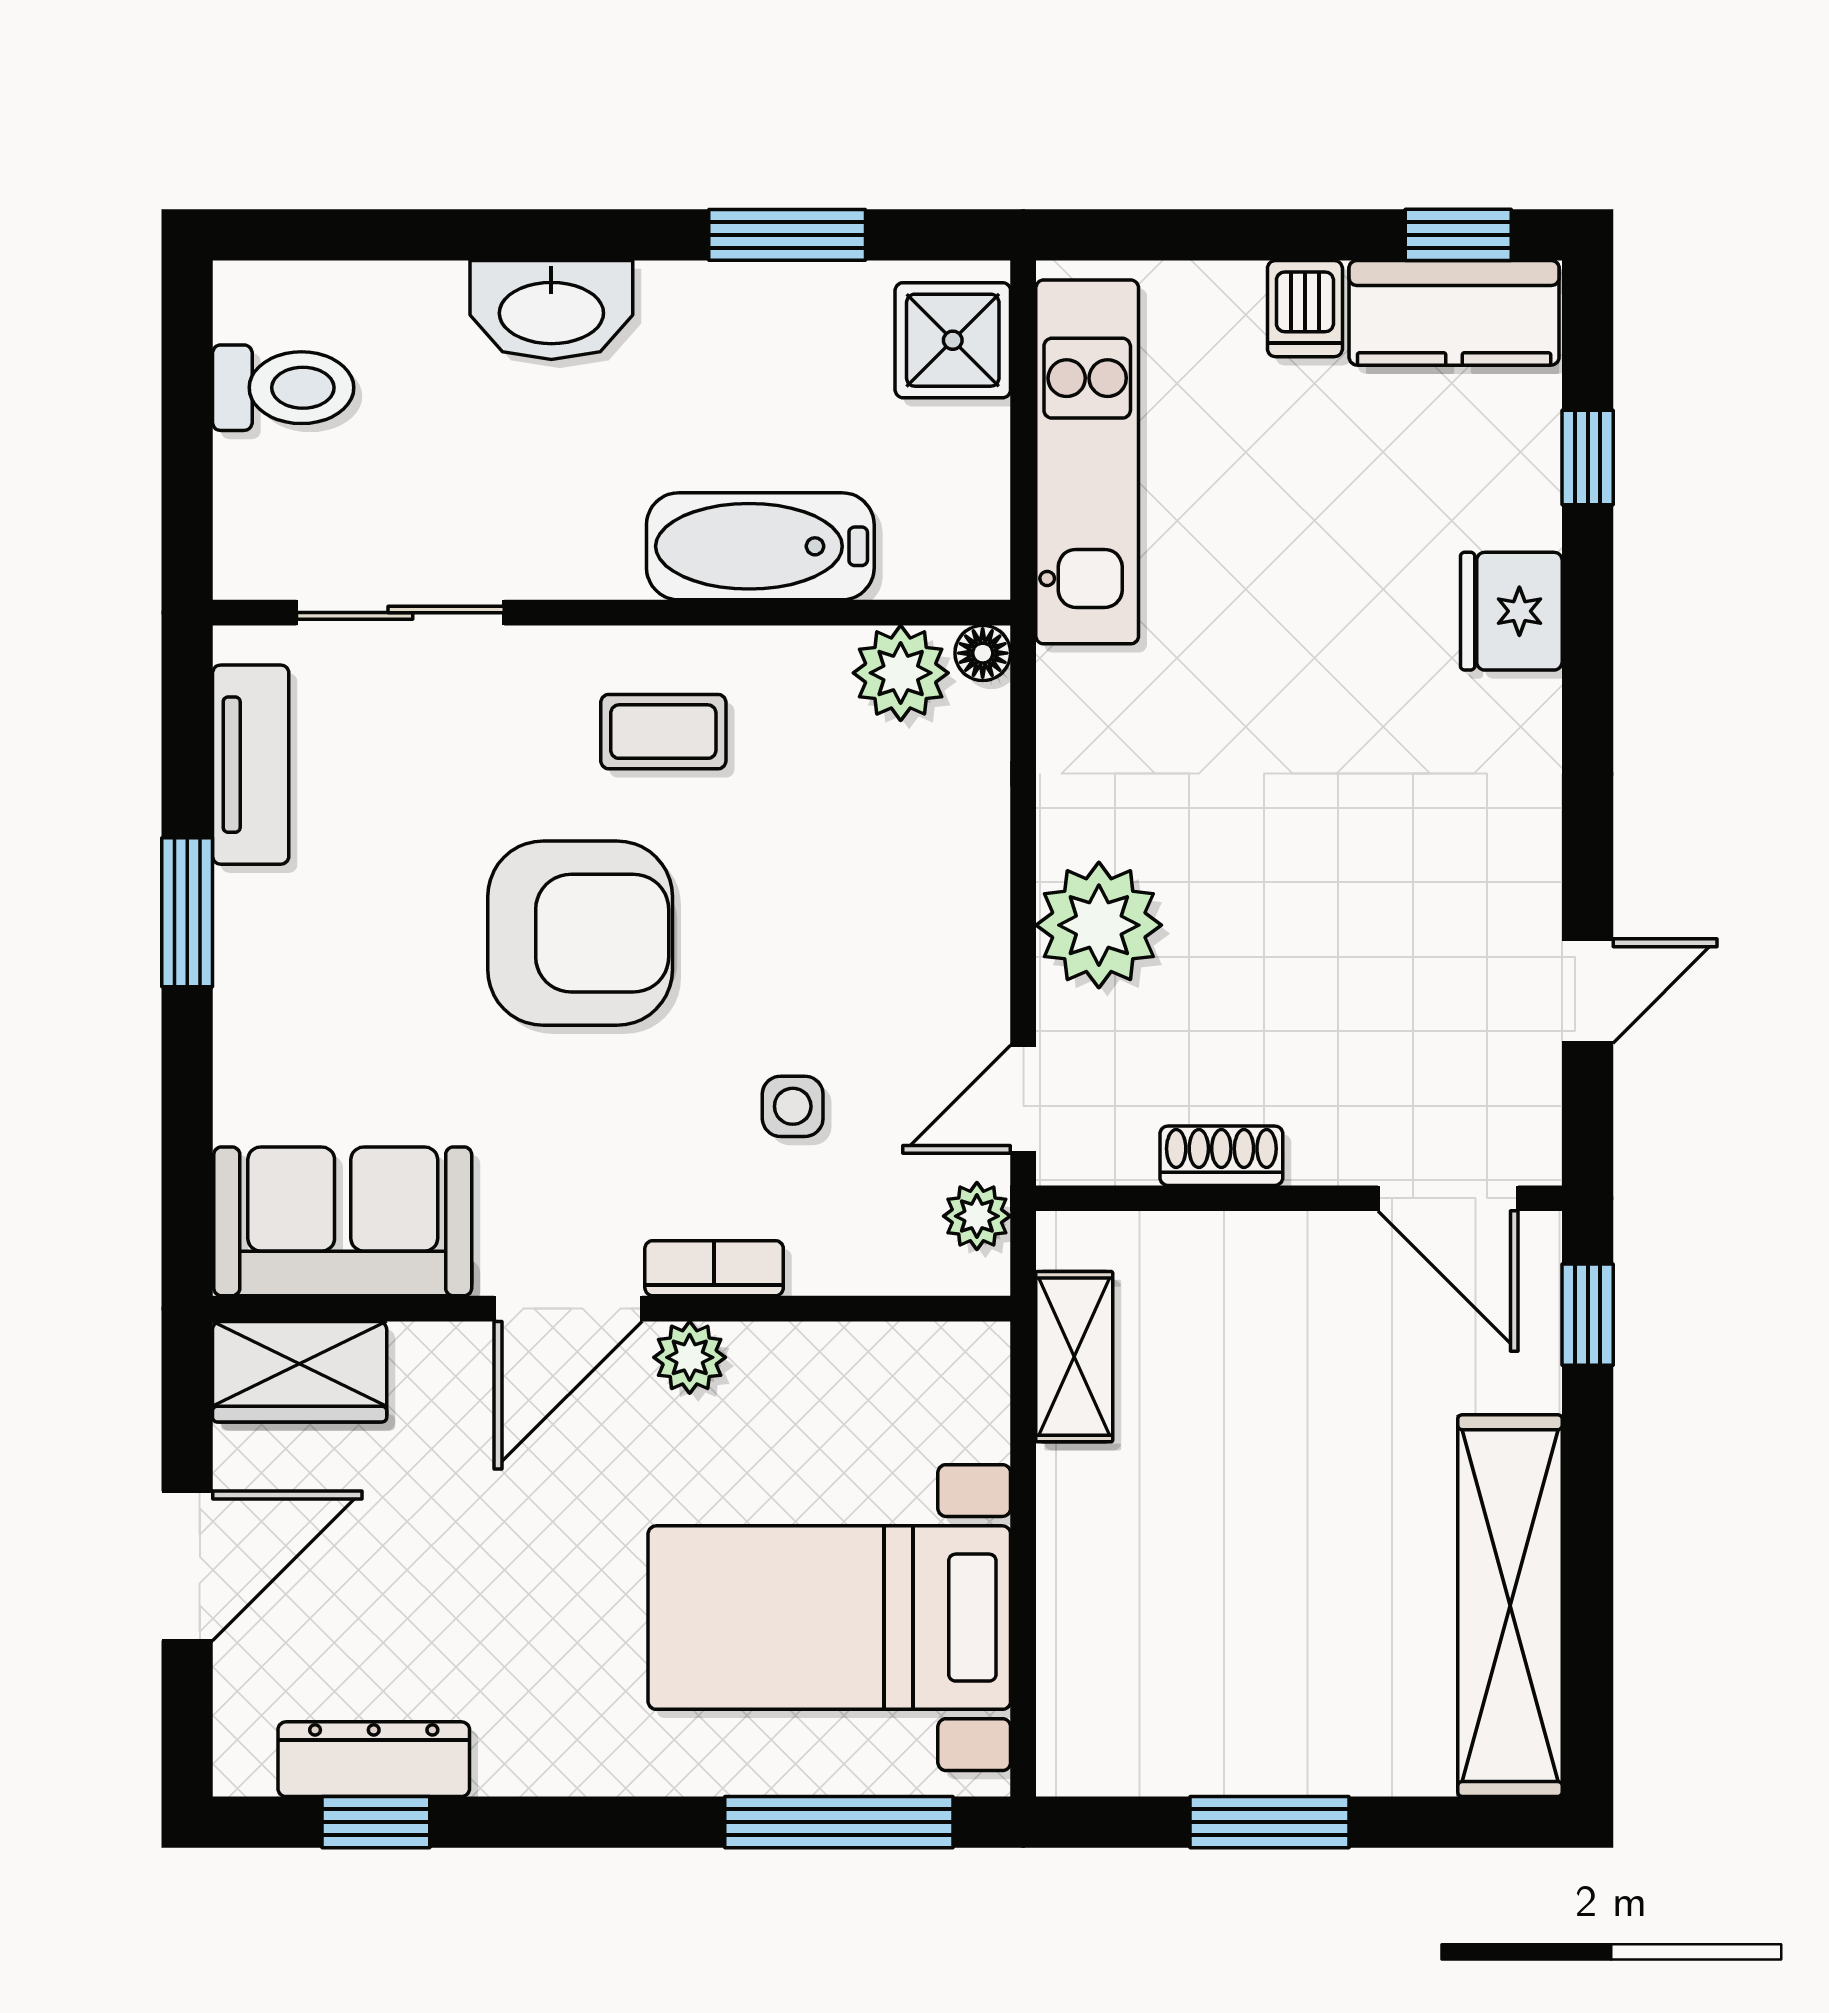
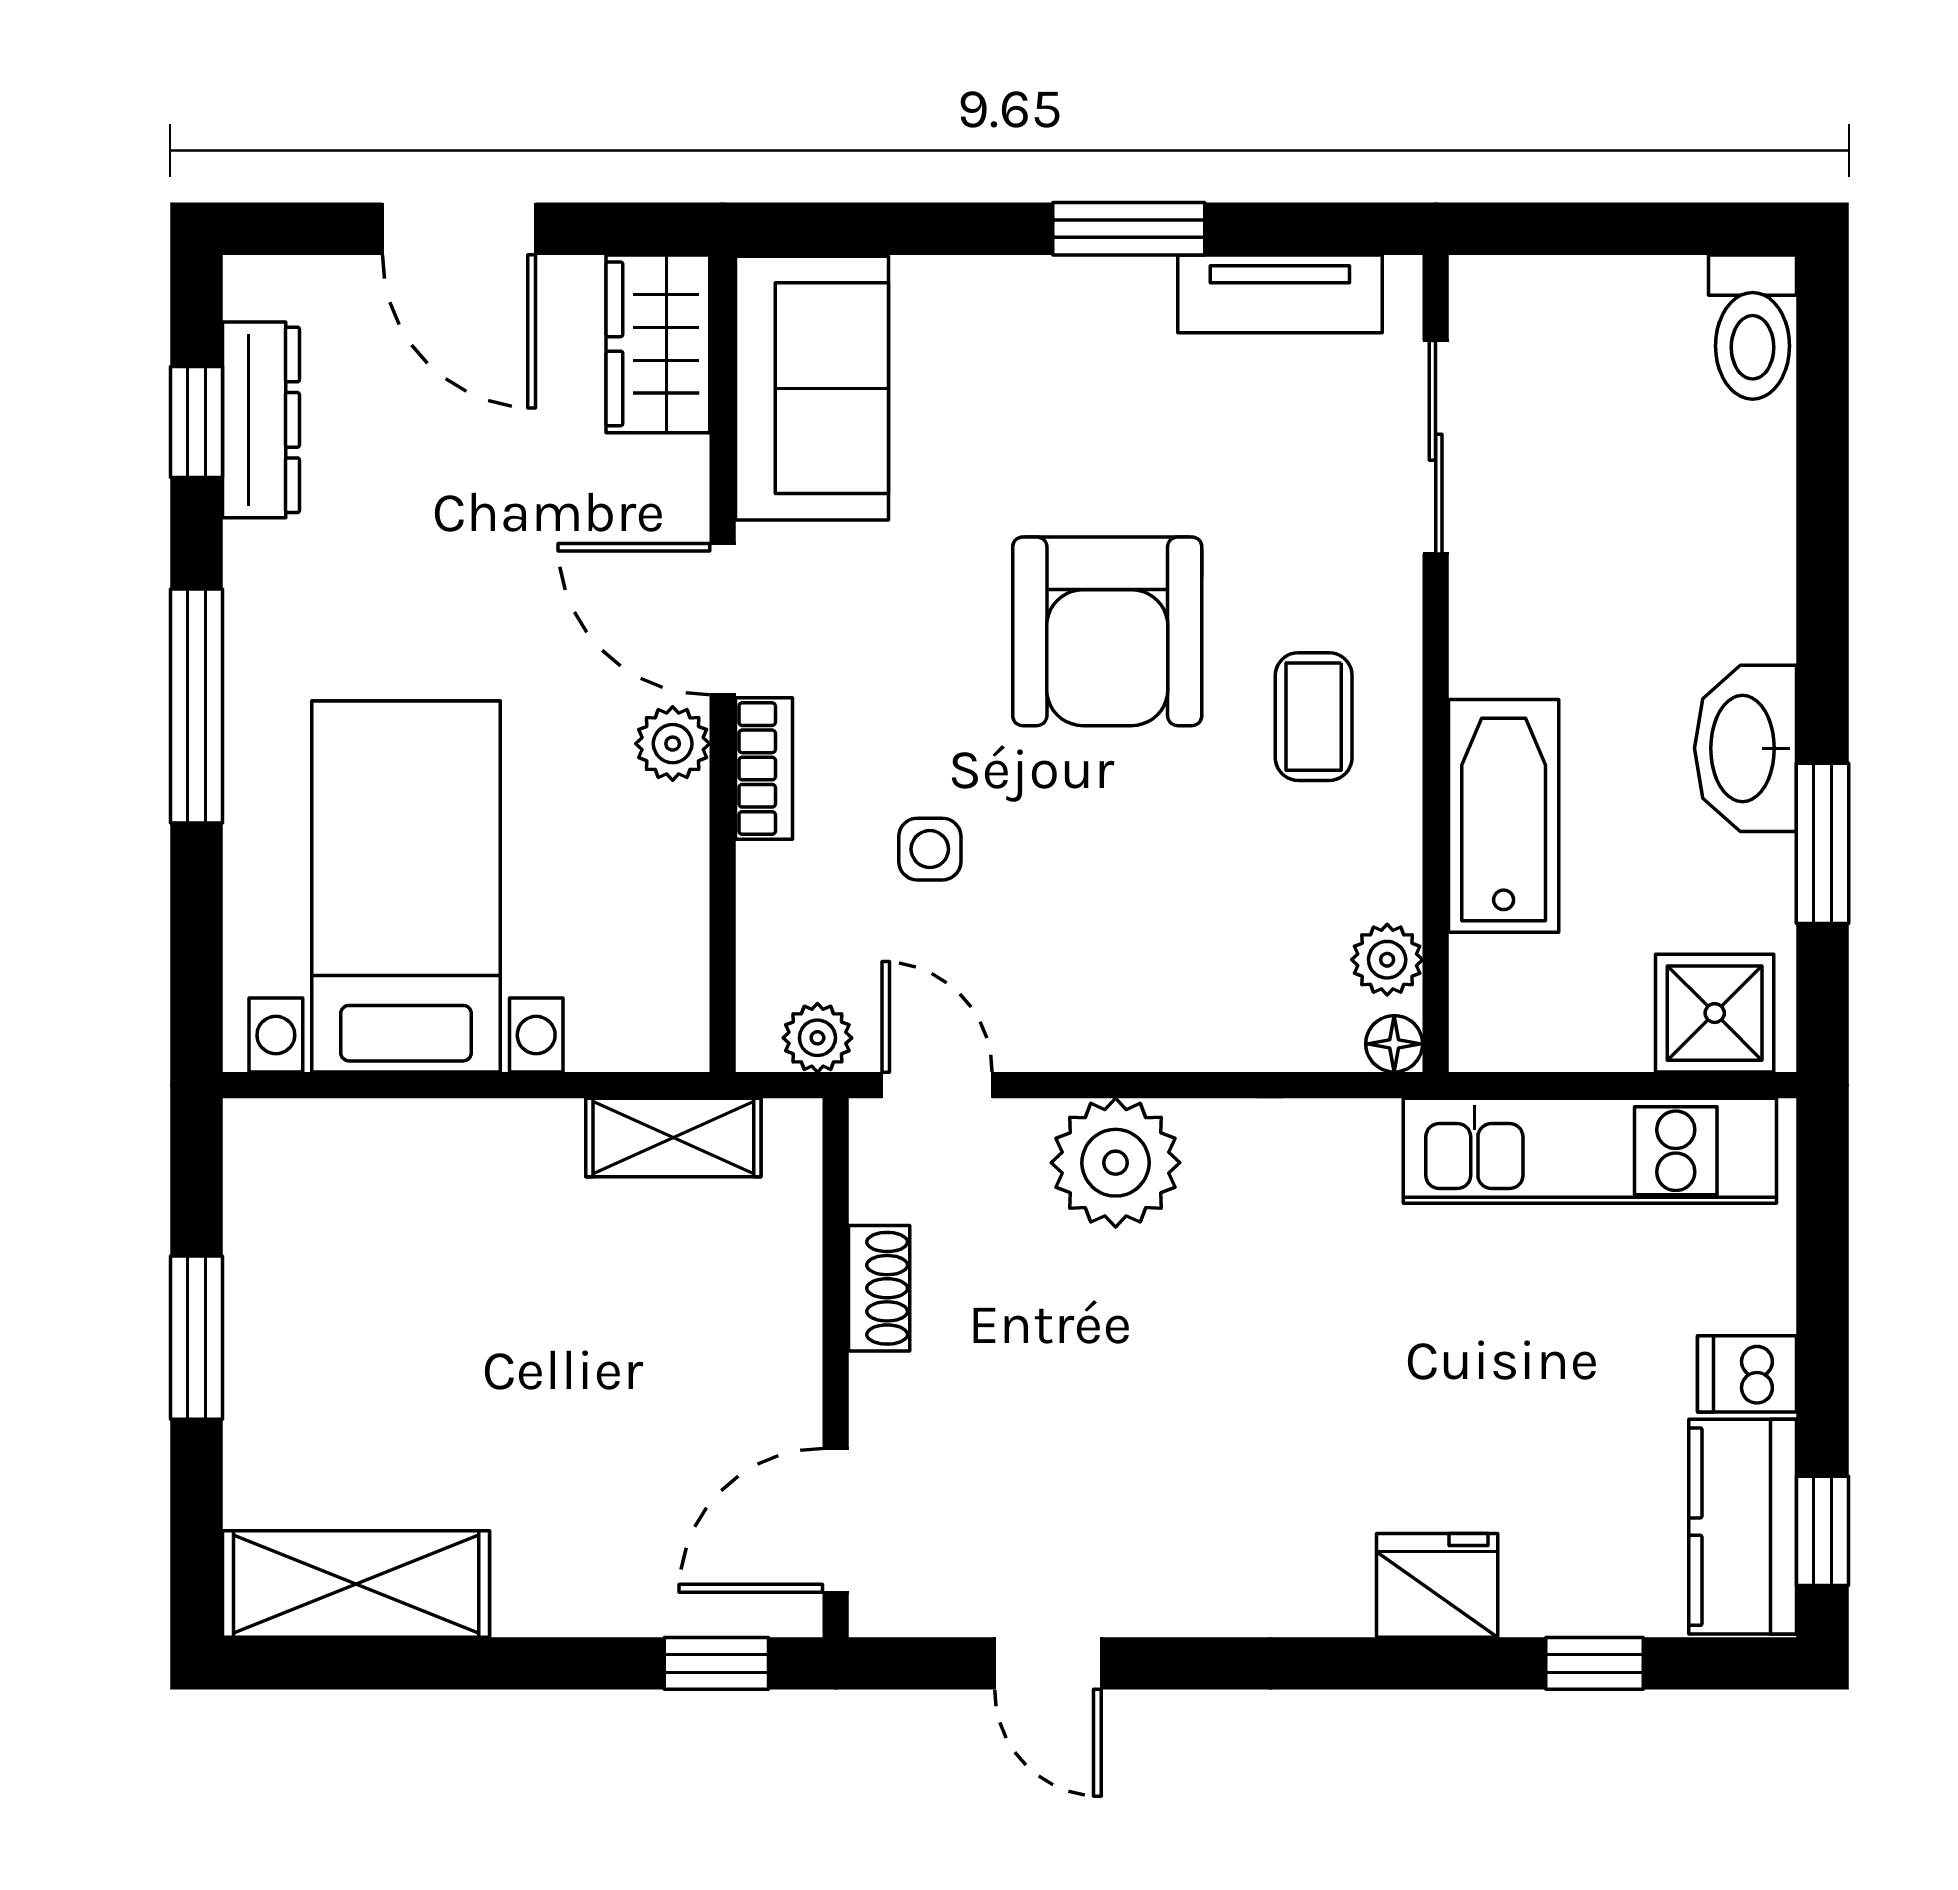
washbasin: (551, 310) -> (1746, 748), moved
toilet: (283, 388) -> (1753, 327), moved
plant: (901, 673) -> (1387, 960), width x0.73, depth x0.73
shelving: (1510, 1606) -> (356, 1584), width x0.68
window: (839, 1822) -> (197, 706), moved

